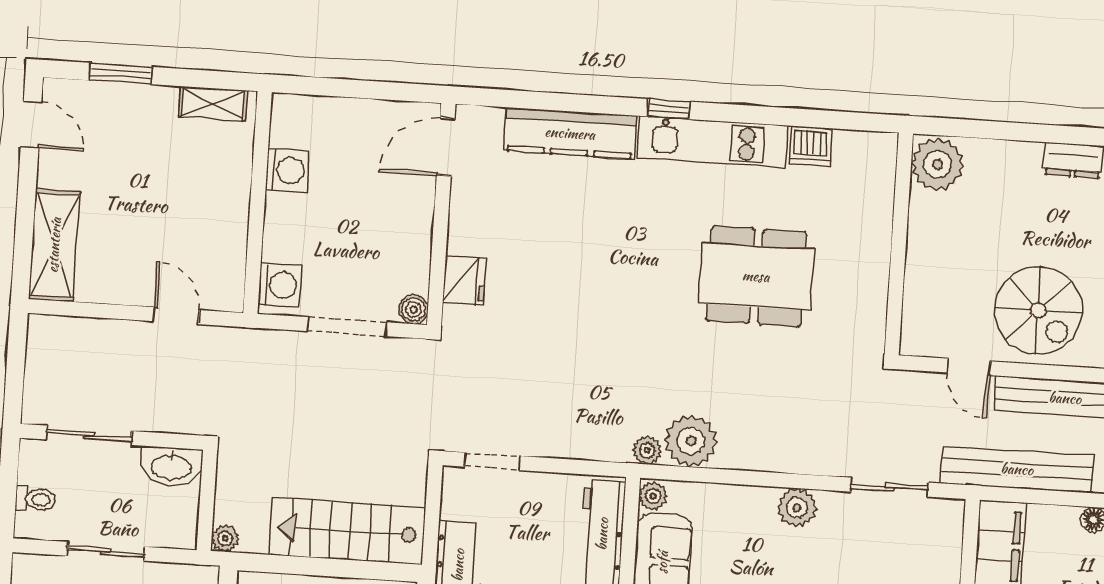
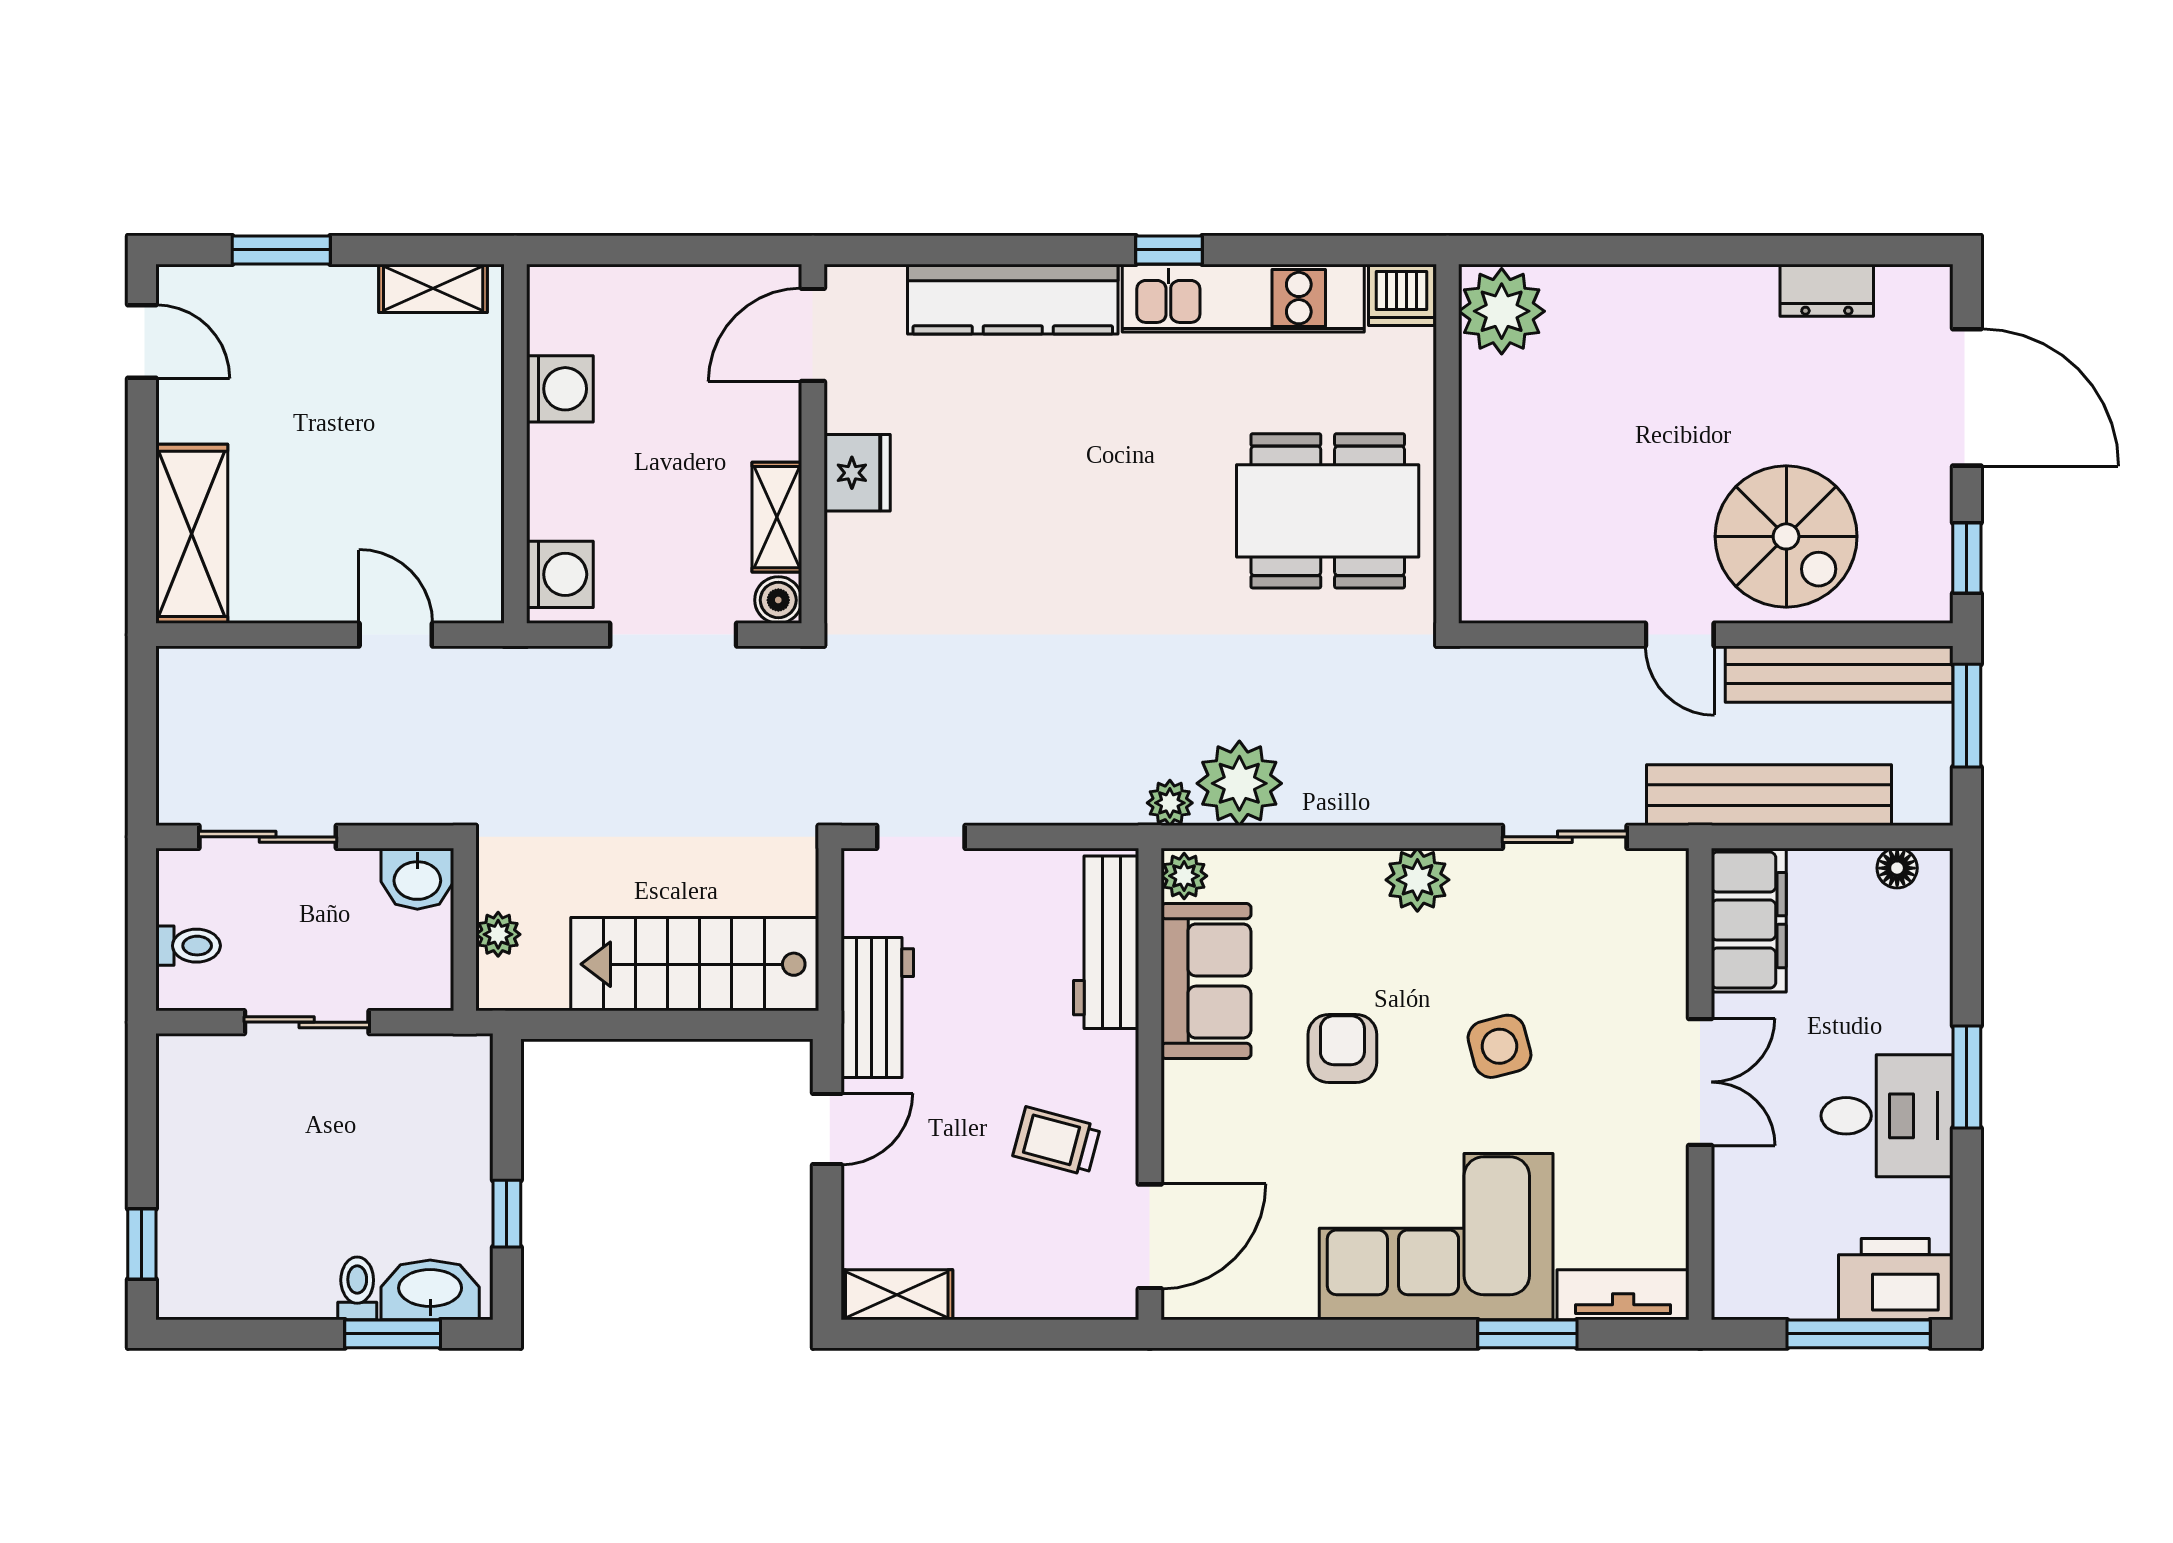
plant: (937, 164) -> (1502, 311), moved
wall: (899, 244) -> (1447, 444), moved
shelving: (416, 258) -> (777, 517), added
fridge: (464, 280) -> (857, 473), moved
washbasin: (171, 467) -> (417, 879), width x0.72
plant: (225, 538) -> (498, 934), moved

